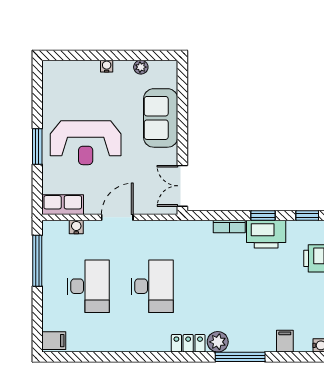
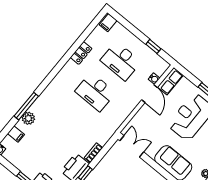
door: (117, 217) -> (150, 94), moved
window: (37, 261) -> (153, 46), width x0.46
plant: (218, 342) -> (28, 118), moved
locker: (188, 343) -> (81, 53), moved

